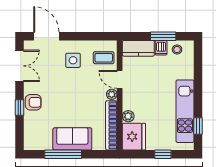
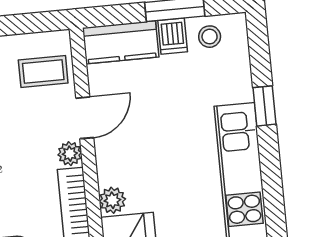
door: (120, 79) -> (85, 118), swing flipped
window: (198, 126) -> (265, 106), moved

